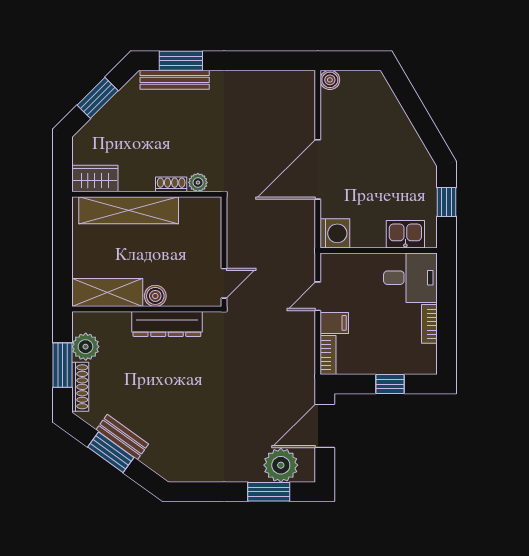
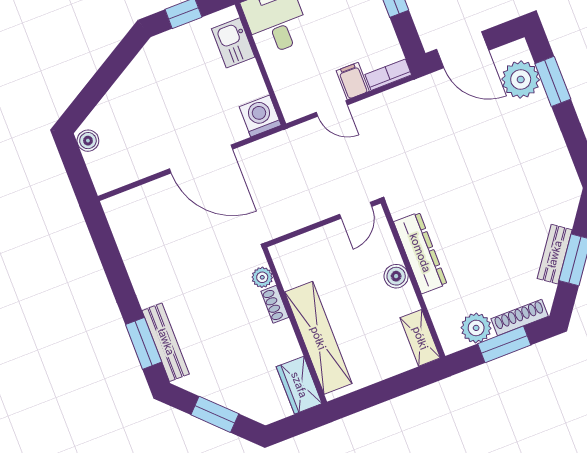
boiler: (330, 80) -> (88, 141), moved
door: (224, 283) -> (356, 210), swing flipped
shelving: (107, 293) -> (420, 338), width x0.67, depth x0.75

